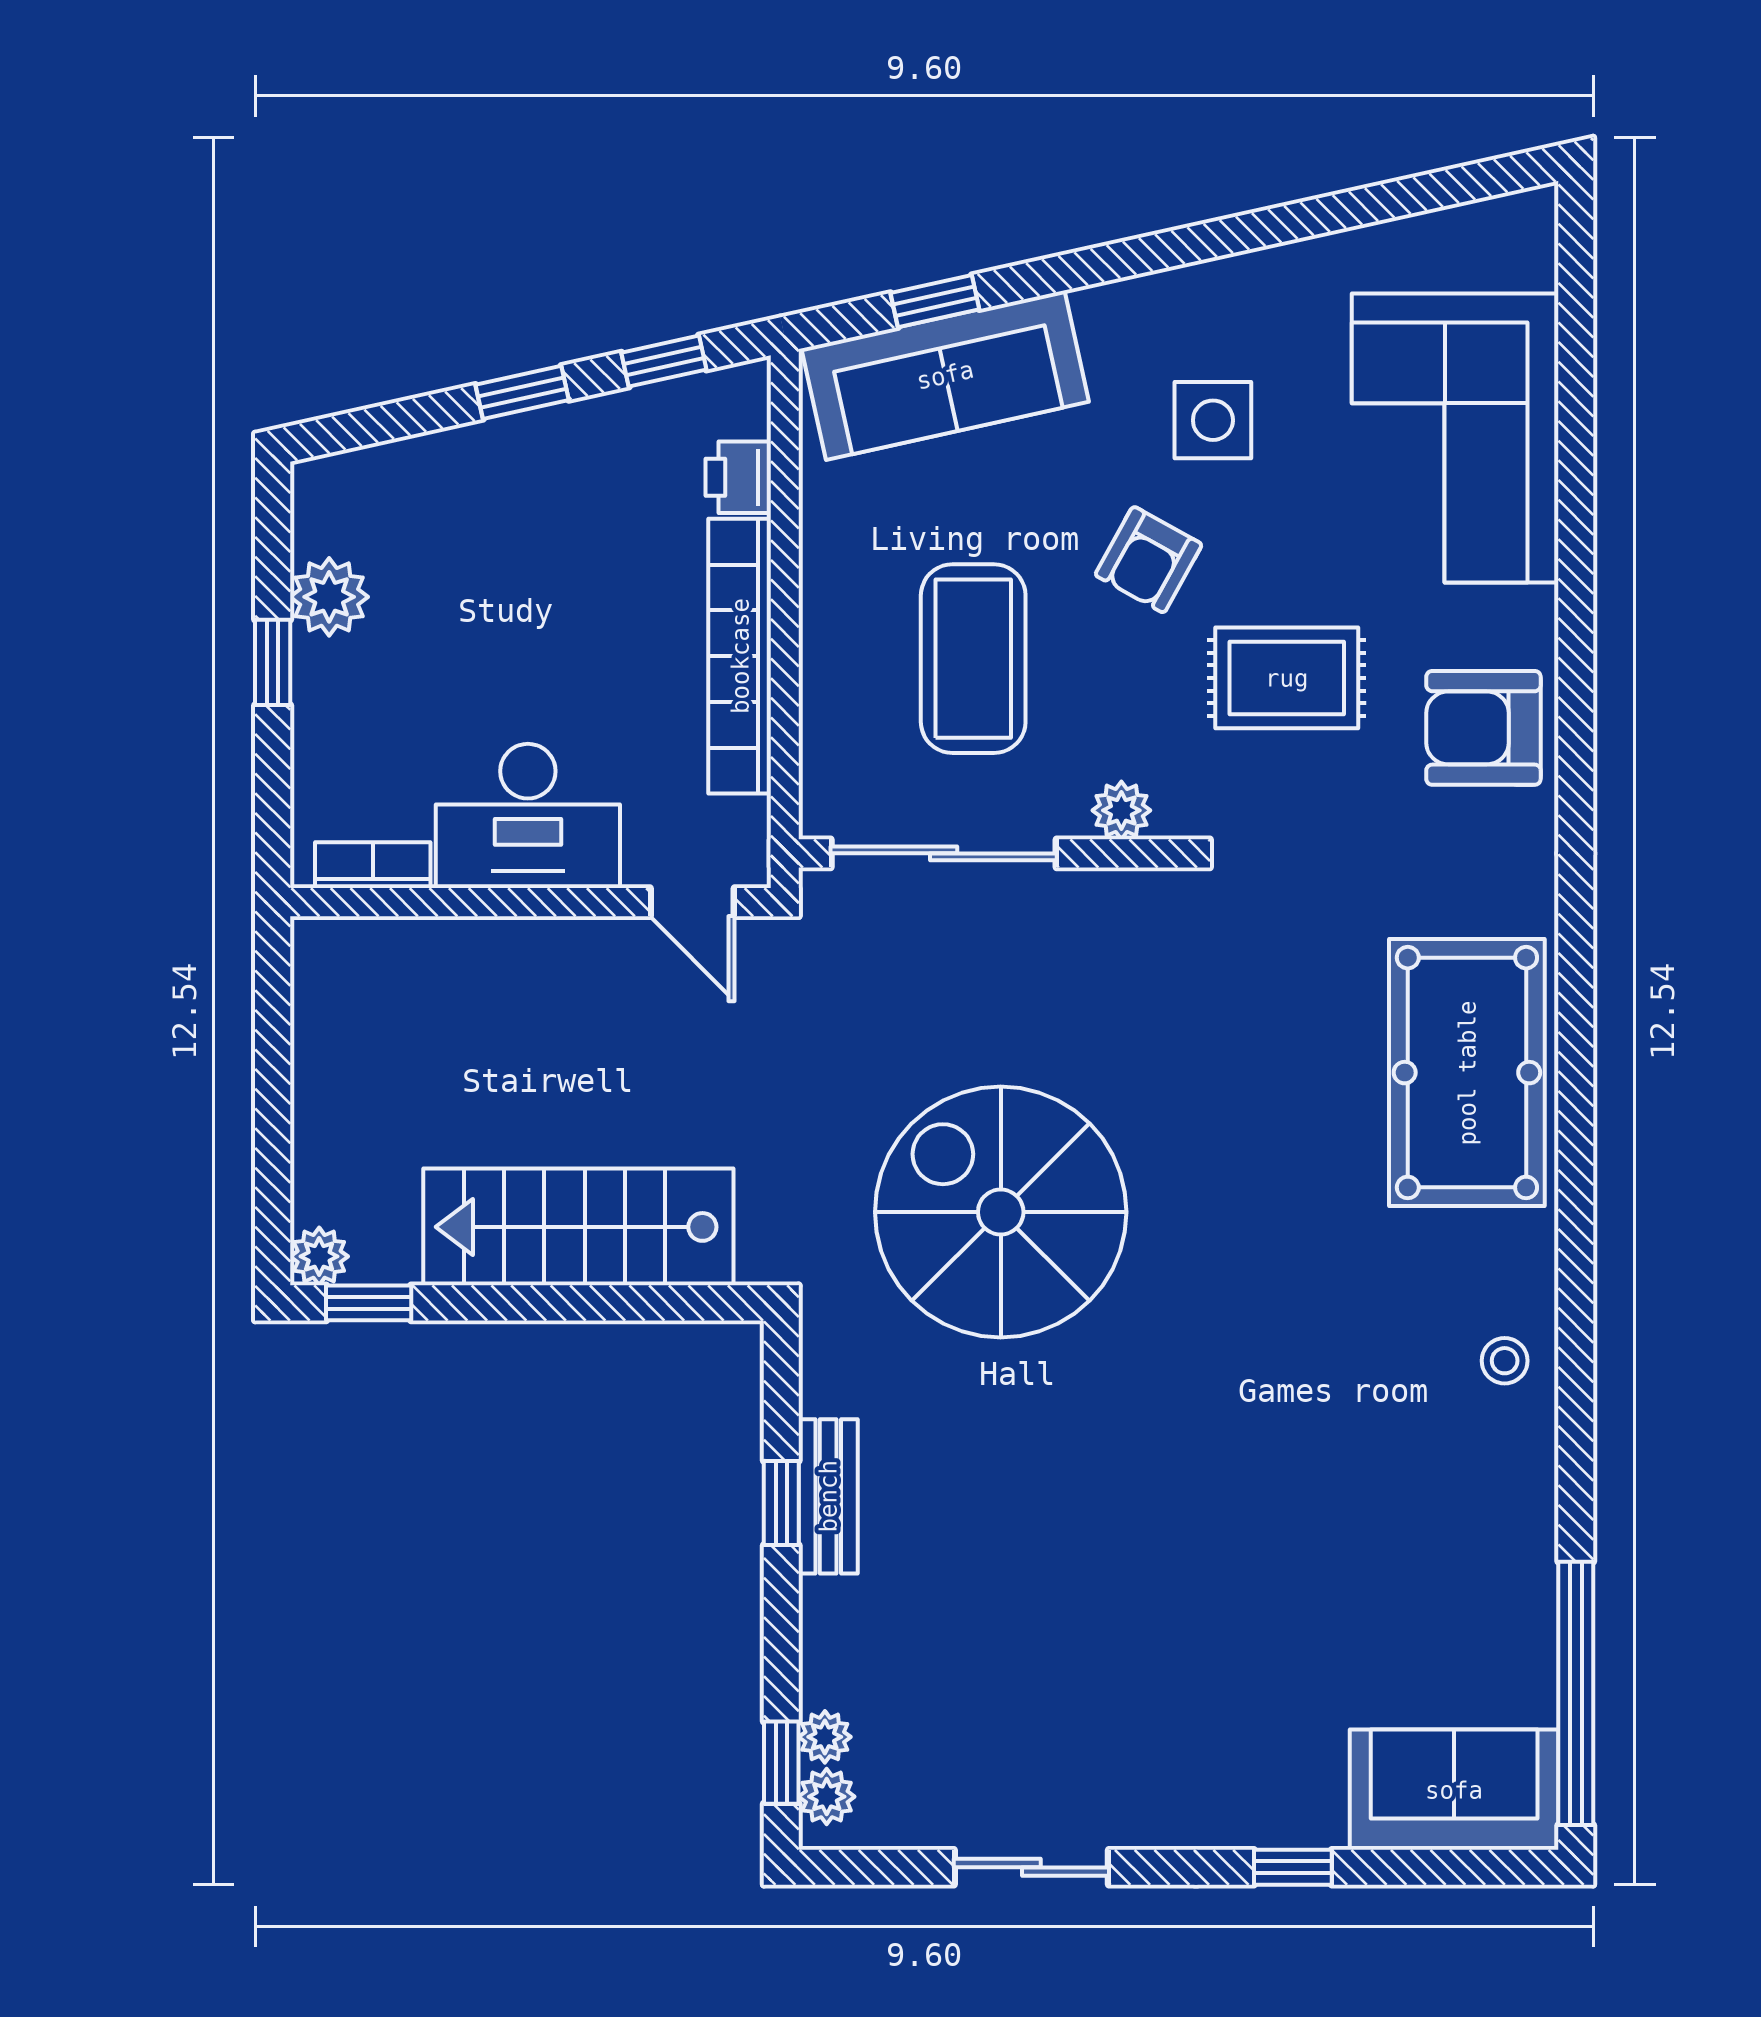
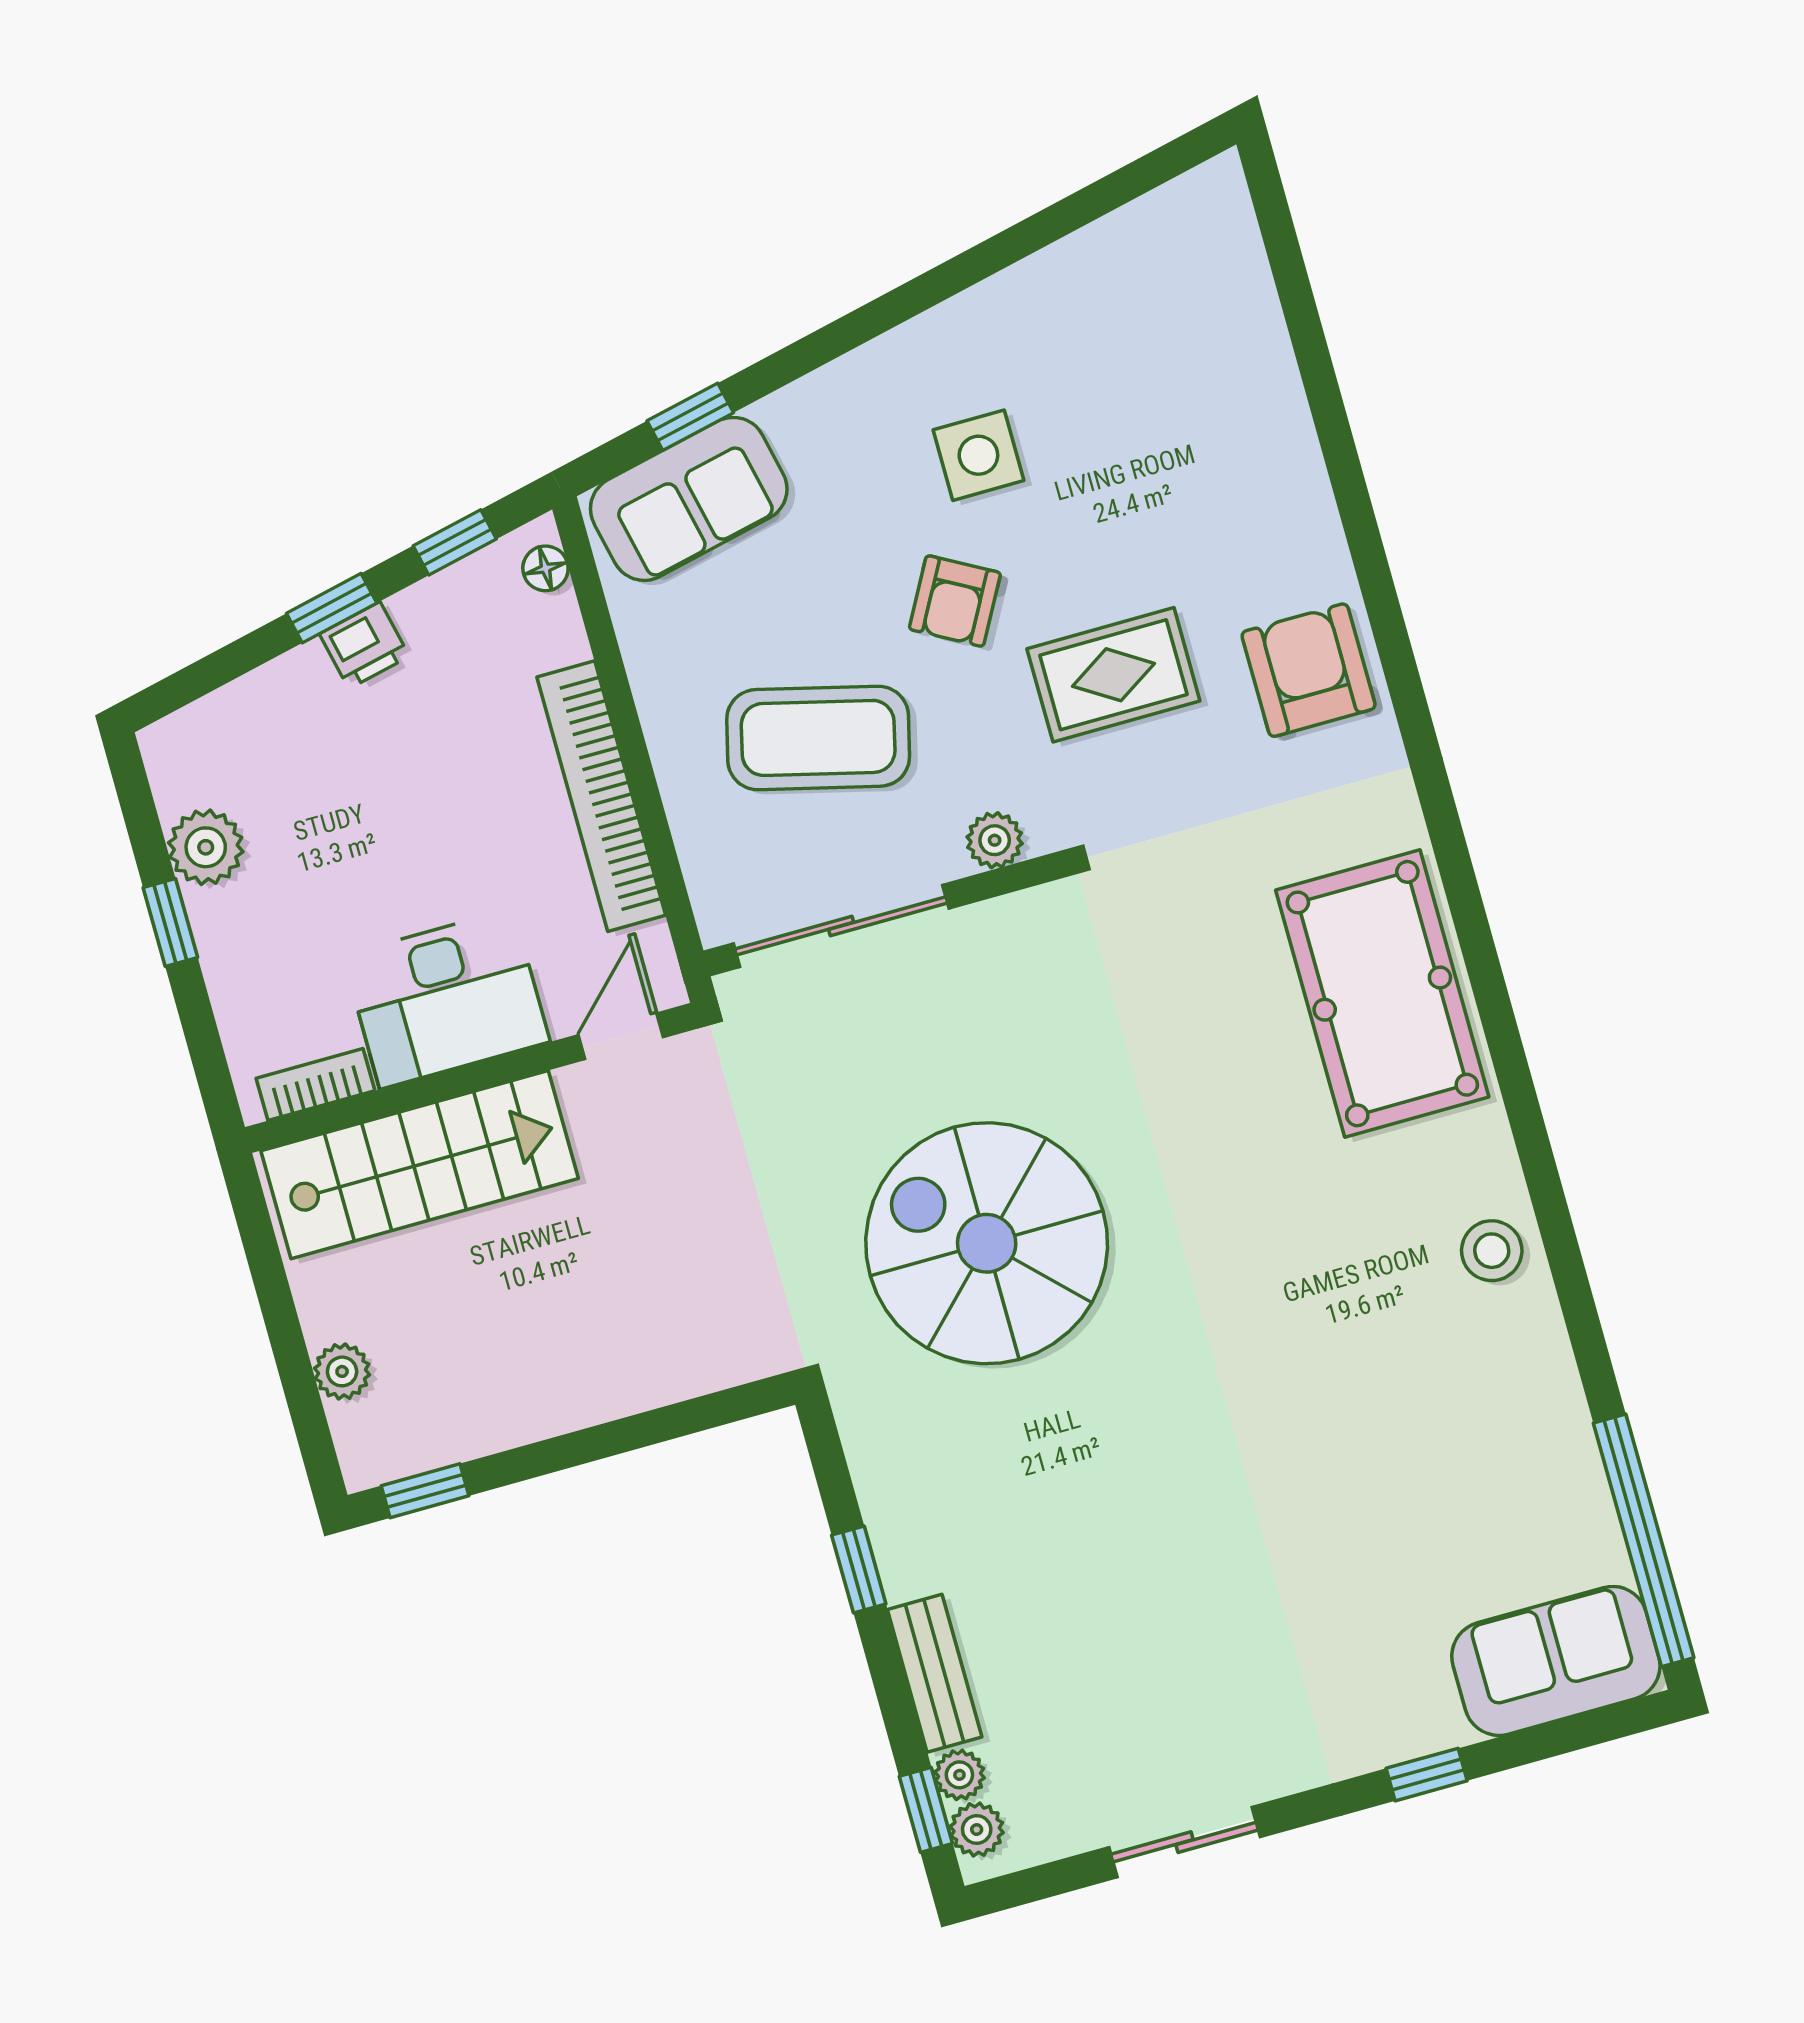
sofa: (945, 375) -> (689, 499), width x0.73
floor lamp: (747, 412) -> (545, 568), added
corner sofa: (1455, 438) -> (1207, 409), removed
printer: (738, 477) -> (364, 645), moved, turned -102
coffee table: (973, 659) -> (818, 738), turned -76
armchair: (1483, 728) -> (1309, 670), turned 90
door: (692, 902) -> (621, 1036), swing flipped
stairs: (578, 1227) -> (420, 1165), moved, turned 180
plant: (319, 1256) -> (342, 1371), moved
stool: (1505, 1361) -> (1492, 1251), width x1.37, depth x1.37
bench: (828, 1496) -> (935, 1673), moved

